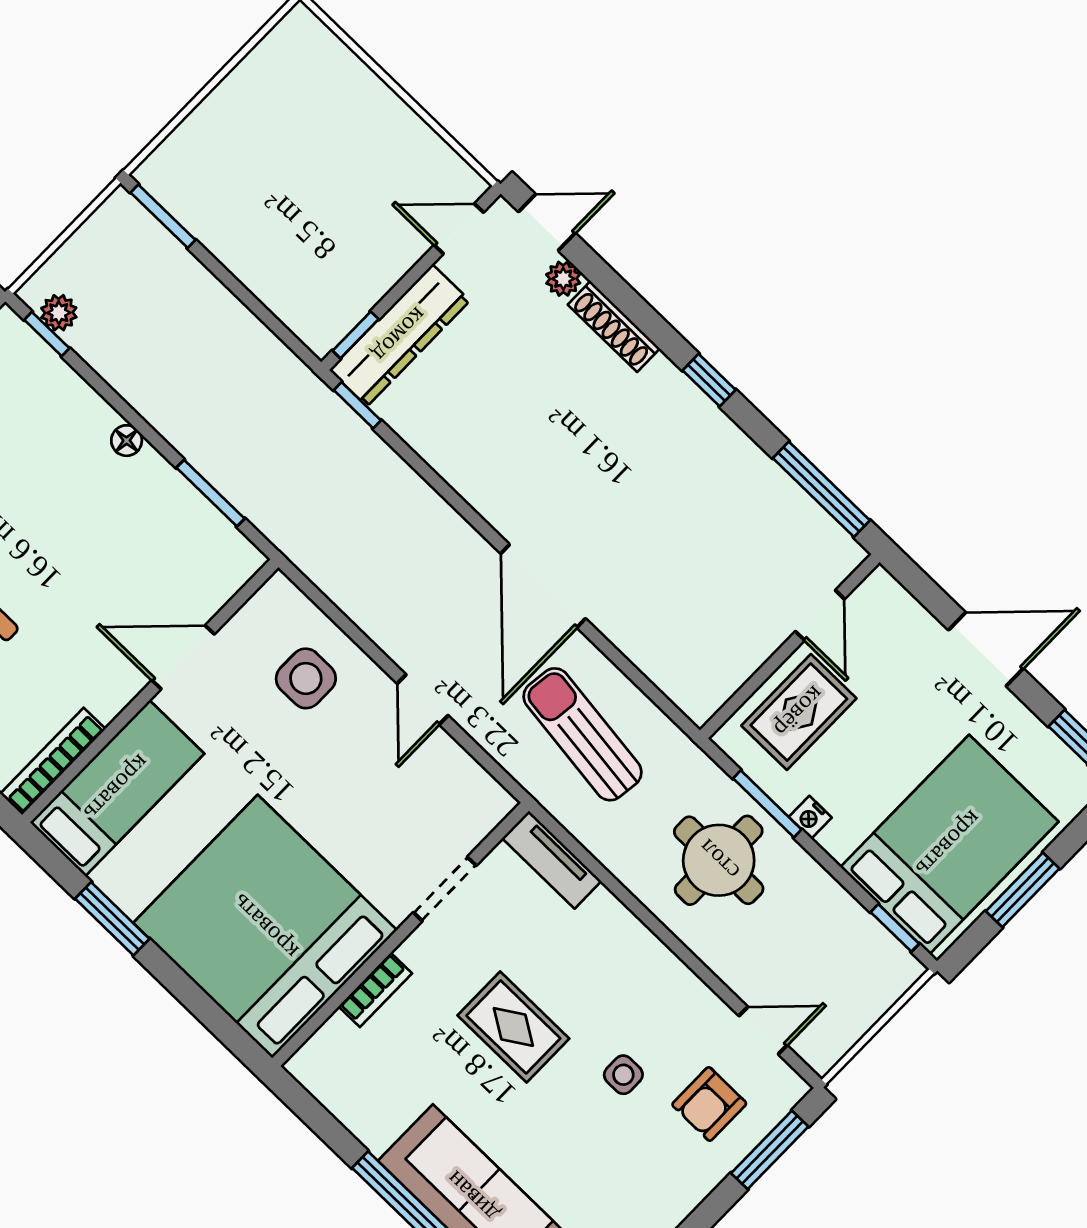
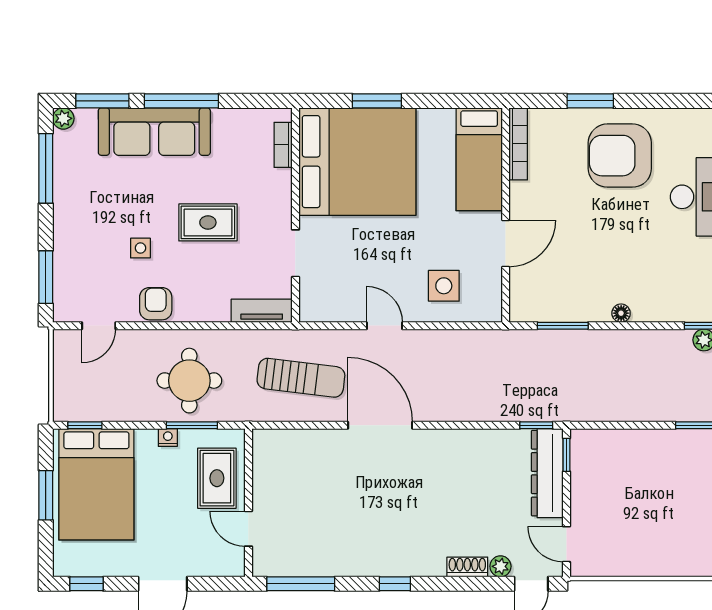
door: (459, 229) -> (567, 544), swing flipped
shoe rack: (614, 326) -> (467, 567), width x0.70
window: (112, 919) -> (377, 101), moved
bookcase: (375, 990) -> (283, 145), moved
armchair: (709, 1104) -> (156, 304), moved

